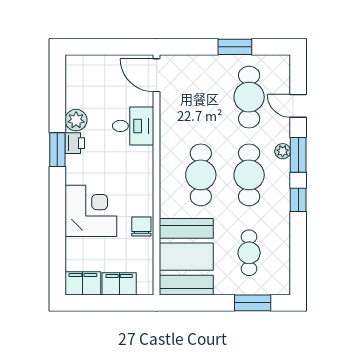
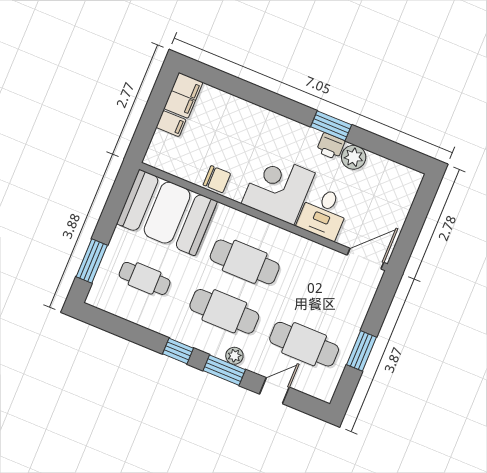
corner desk: (91, 211) -> (278, 188), moved, turned 180
filing cabinet: (119, 284) -> (171, 124), width x0.50

